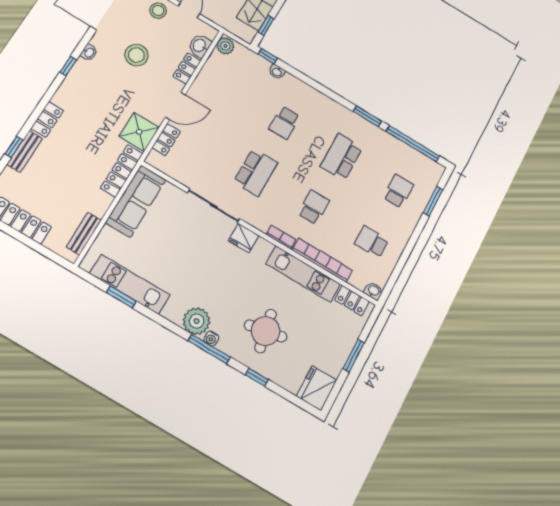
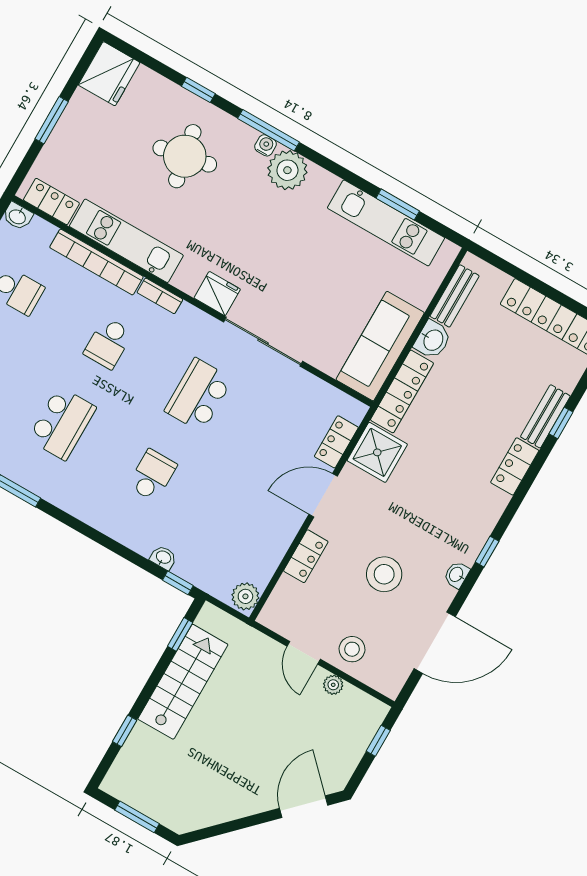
washbasin: (200, 46) -> (433, 340), moved

